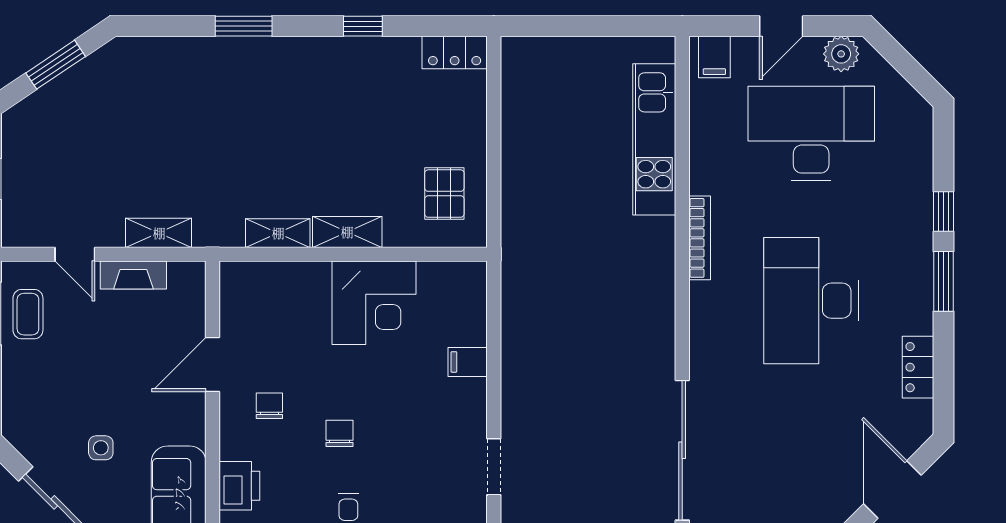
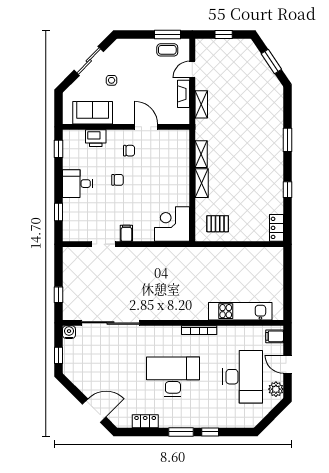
corner desk: (374, 303) -> (172, 224), moved, turned 90
filing cabinet: (468, 362) -> (126, 233), moved

